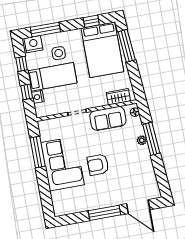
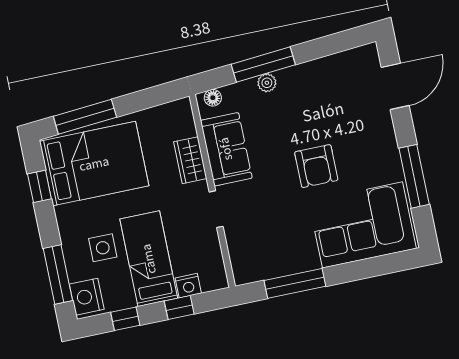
wardrobe: (118, 97) -> (190, 160), moved
corner sofa: (63, 164) -> (363, 225), moved
window: (104, 213) -> (414, 176), moved

